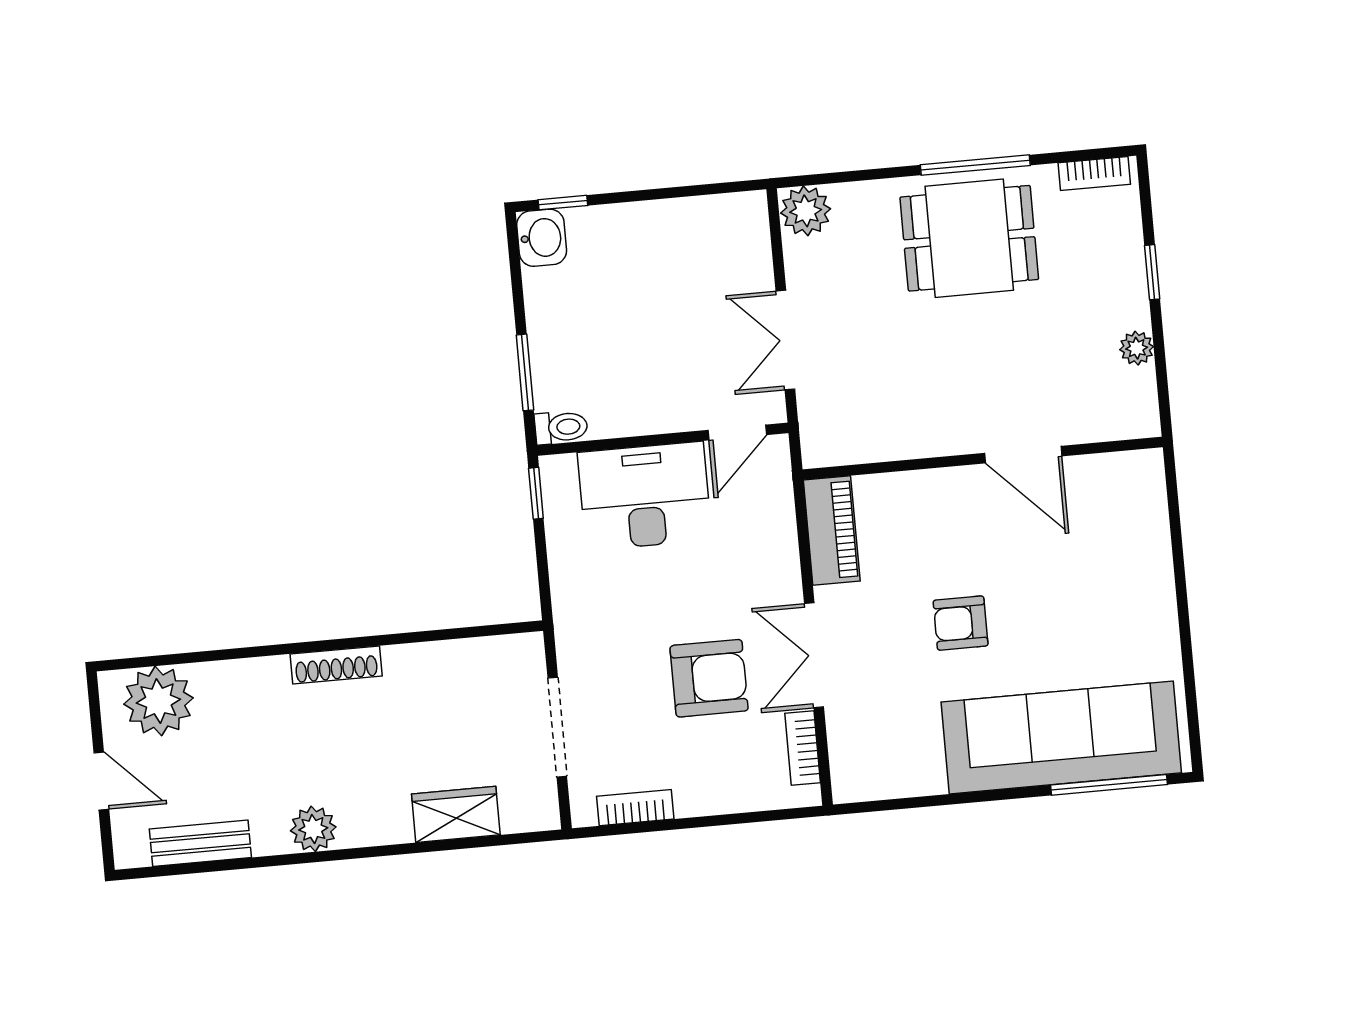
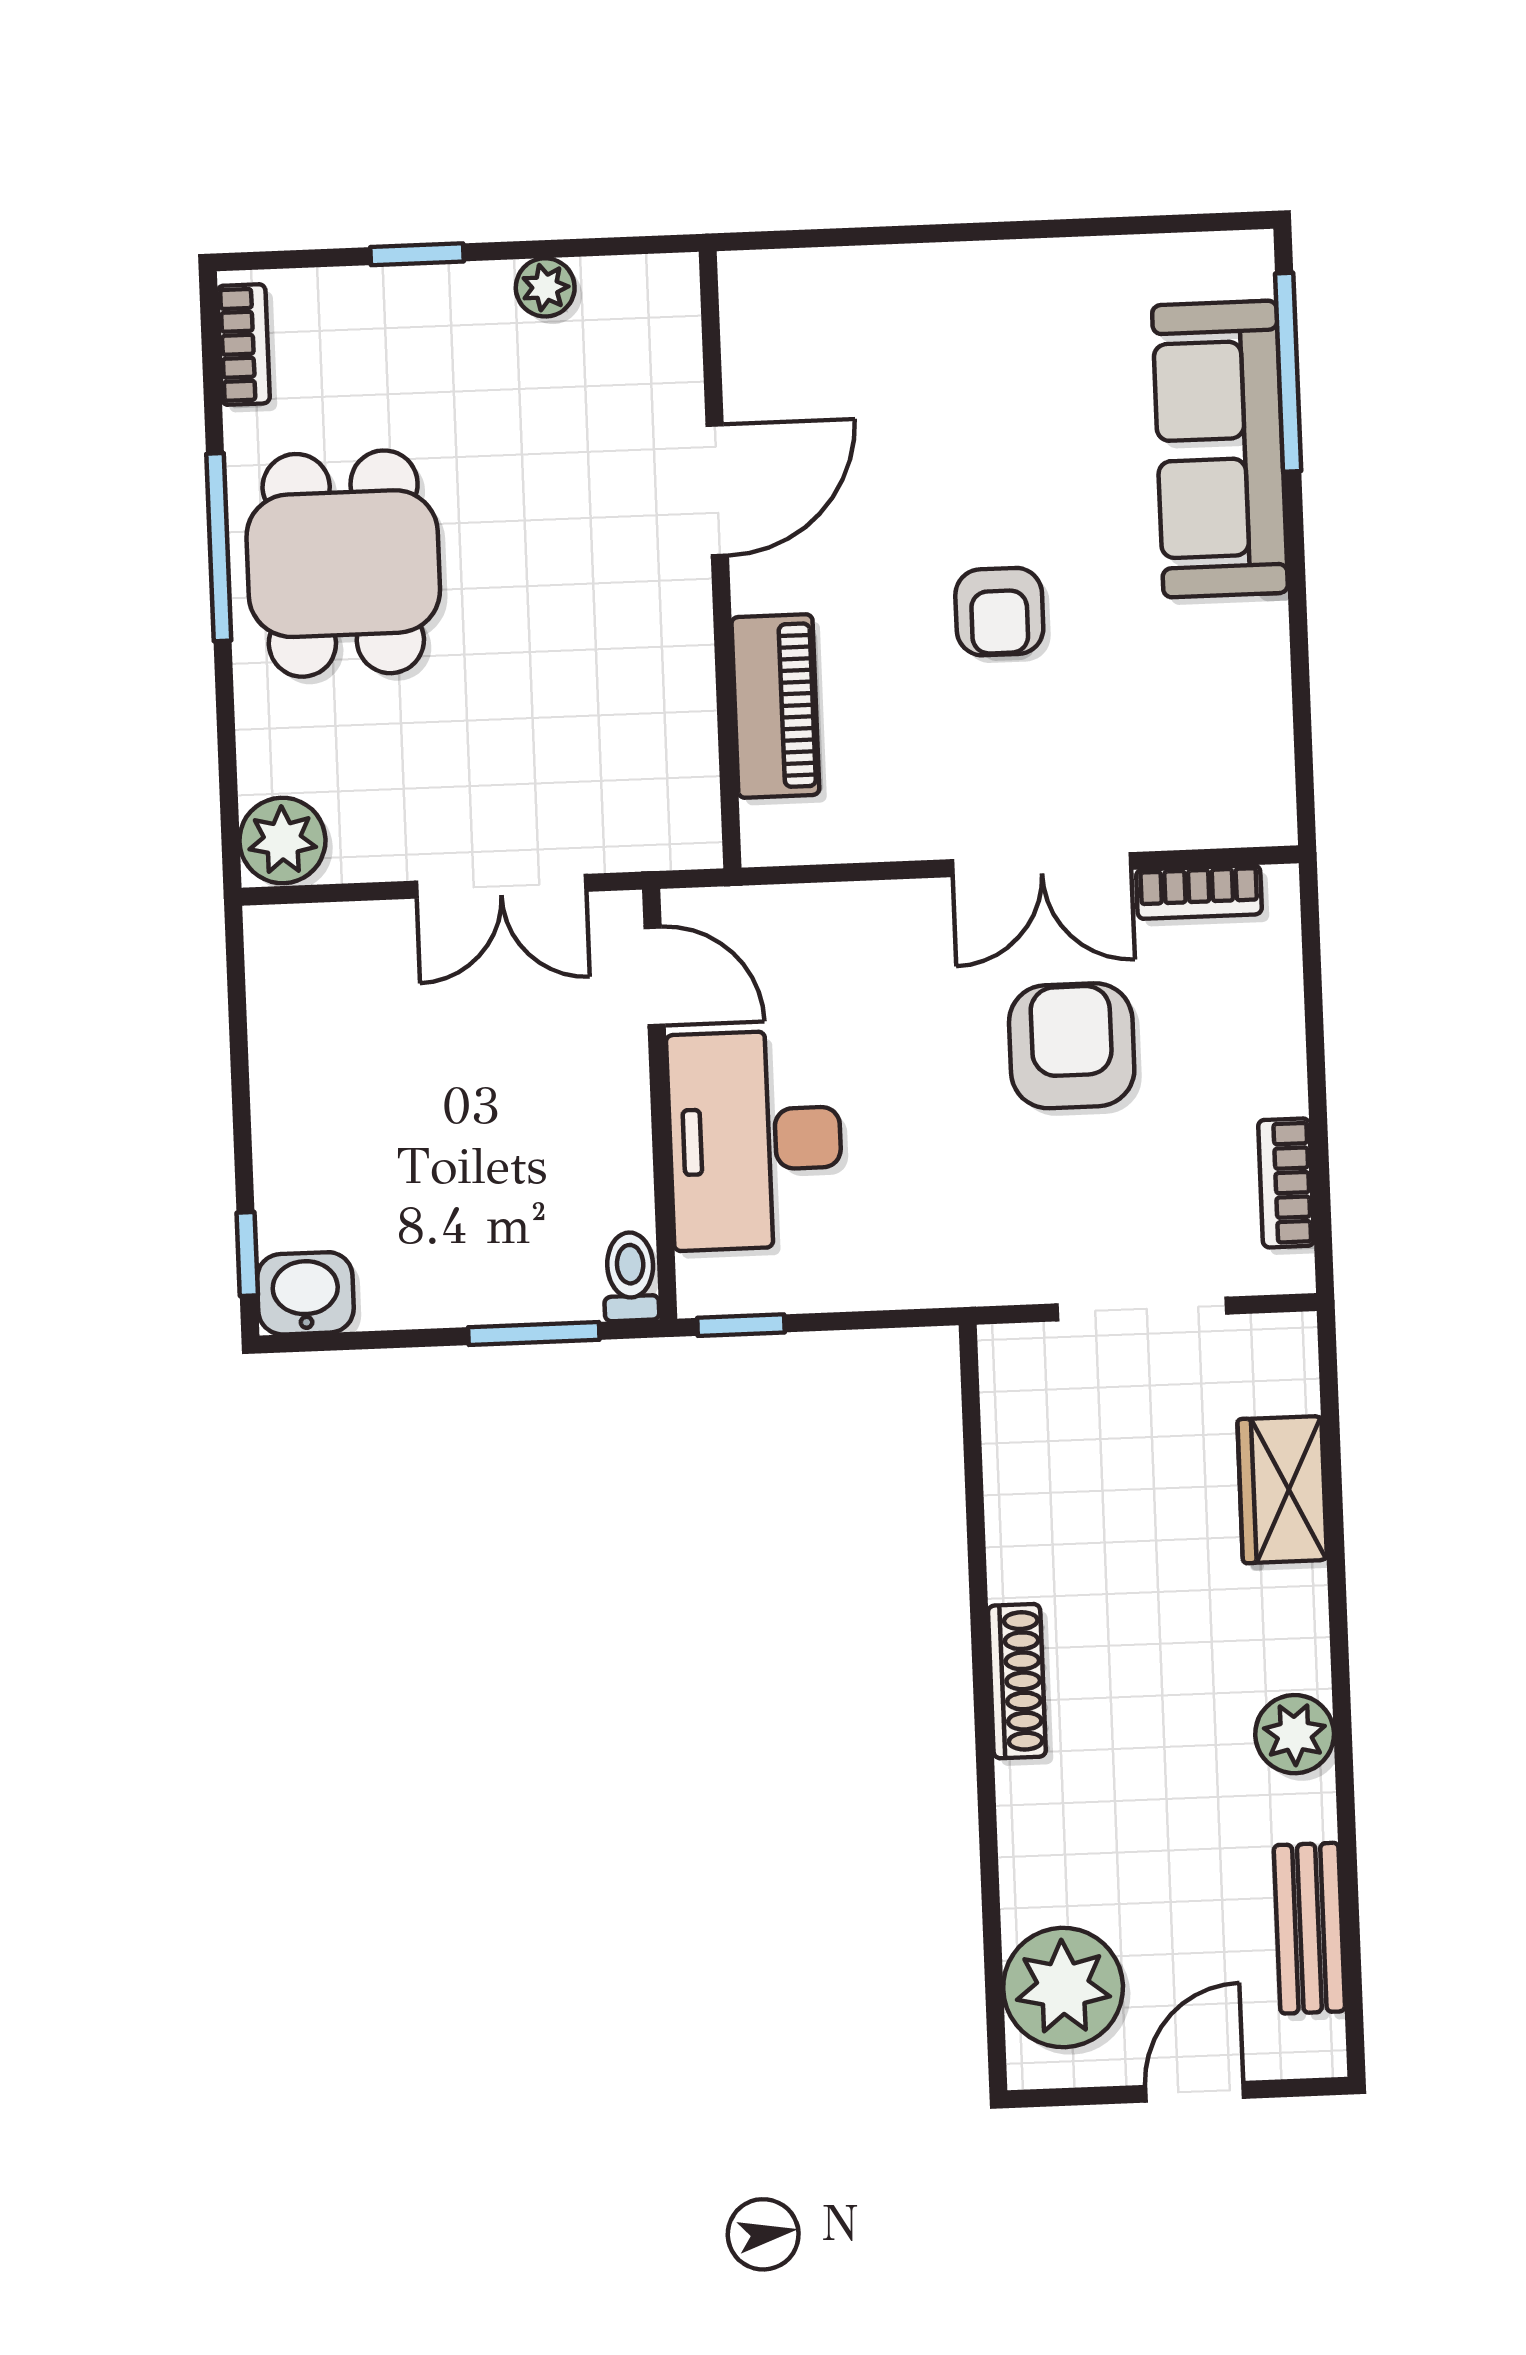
piano: (832, 531) -> (775, 706), moved, turned 90
sofa: (1061, 737) -> (1220, 449), width x0.74, depth x0.79

